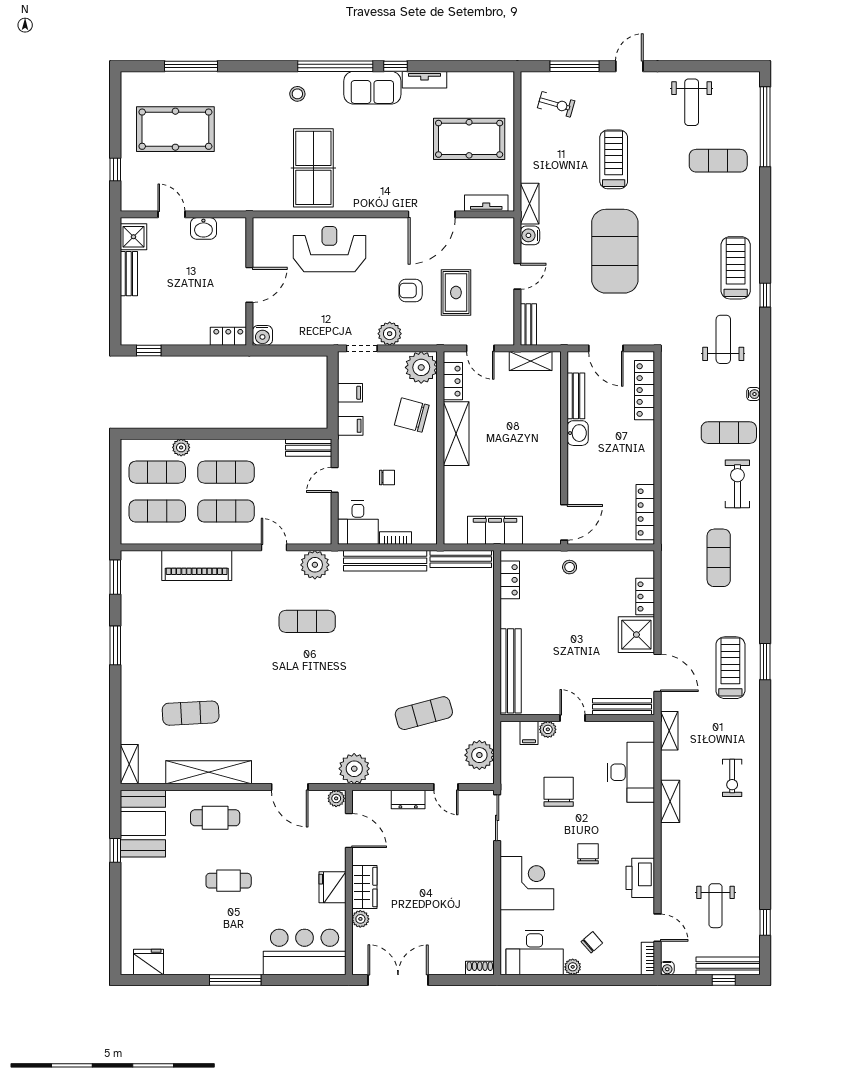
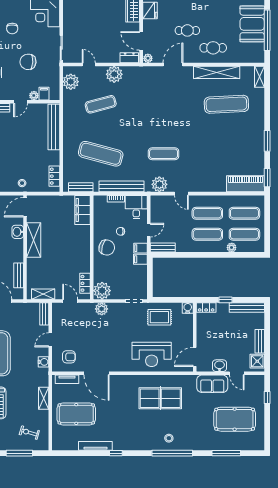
window: (335, 66) -> (172, 453), moved
tv unit: (425, 80) -> (95, 446), width x1.41
sofa: (372, 88) -> (212, 384), moved, turned 180
table tennis table: (313, 168) -> (160, 398), turned 90
shelving: (530, 204) -> (44, 398), moved
door: (432, 214) -> (96, 373), swing flipped
door: (249, 285) -> (195, 357), moved
armchair: (411, 290) -> (69, 357), moved
rug: (456, 292) -> (159, 317), moved, turned 90
plant: (390, 334) -> (102, 309), moved
bench: (153, 336) -> (247, 307), added
window: (149, 350) -> (226, 300), moved
filing cabinet: (350, 393) -> (140, 248), moved
chair: (412, 415) -> (107, 248), moved
washbasin: (578, 433) -> (18, 232), moved
shelving: (456, 434) -> (34, 240), moved
filing cabinet: (495, 530) -> (83, 210), moved, turned 90
bench: (461, 559) -> (81, 187), width x0.73
piano: (197, 566) -> (246, 184), moved
exercise mat: (424, 621) -> (101, 154), added
exercise mat: (191, 713) -> (226, 104), width x1.36, depth x1.45
door: (572, 718) -> (21, 102), hinge flipped
plant: (354, 769) -> (114, 74), moved
door: (290, 787) -> (173, 64), hinge flipped
chair: (559, 792) -> (28, 62), turned 93
dresser: (408, 800) -> (129, 58), moved
booth: (143, 824) -> (252, 24), moved
window: (115, 850) -> (267, 30), width x3.17
cafe table: (229, 881) -> (187, 30), moved

